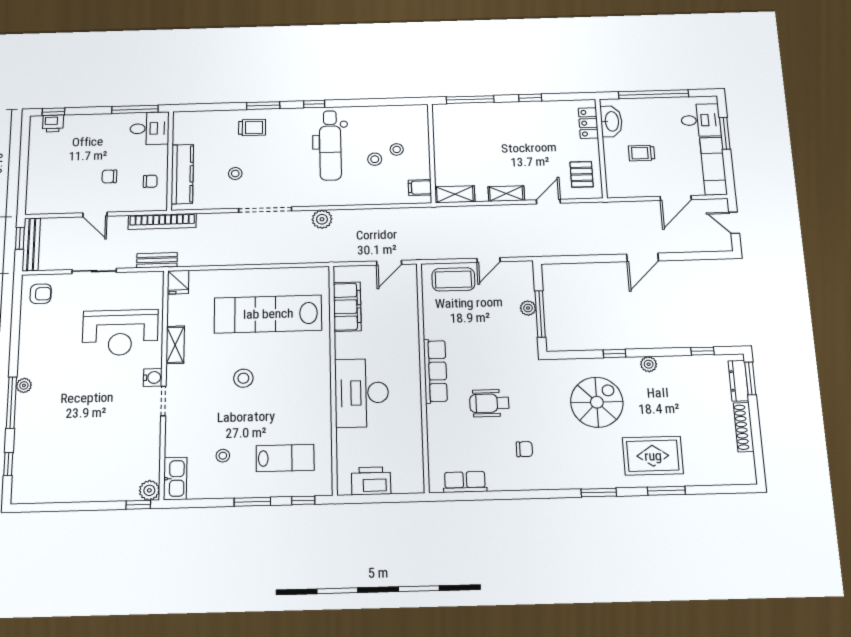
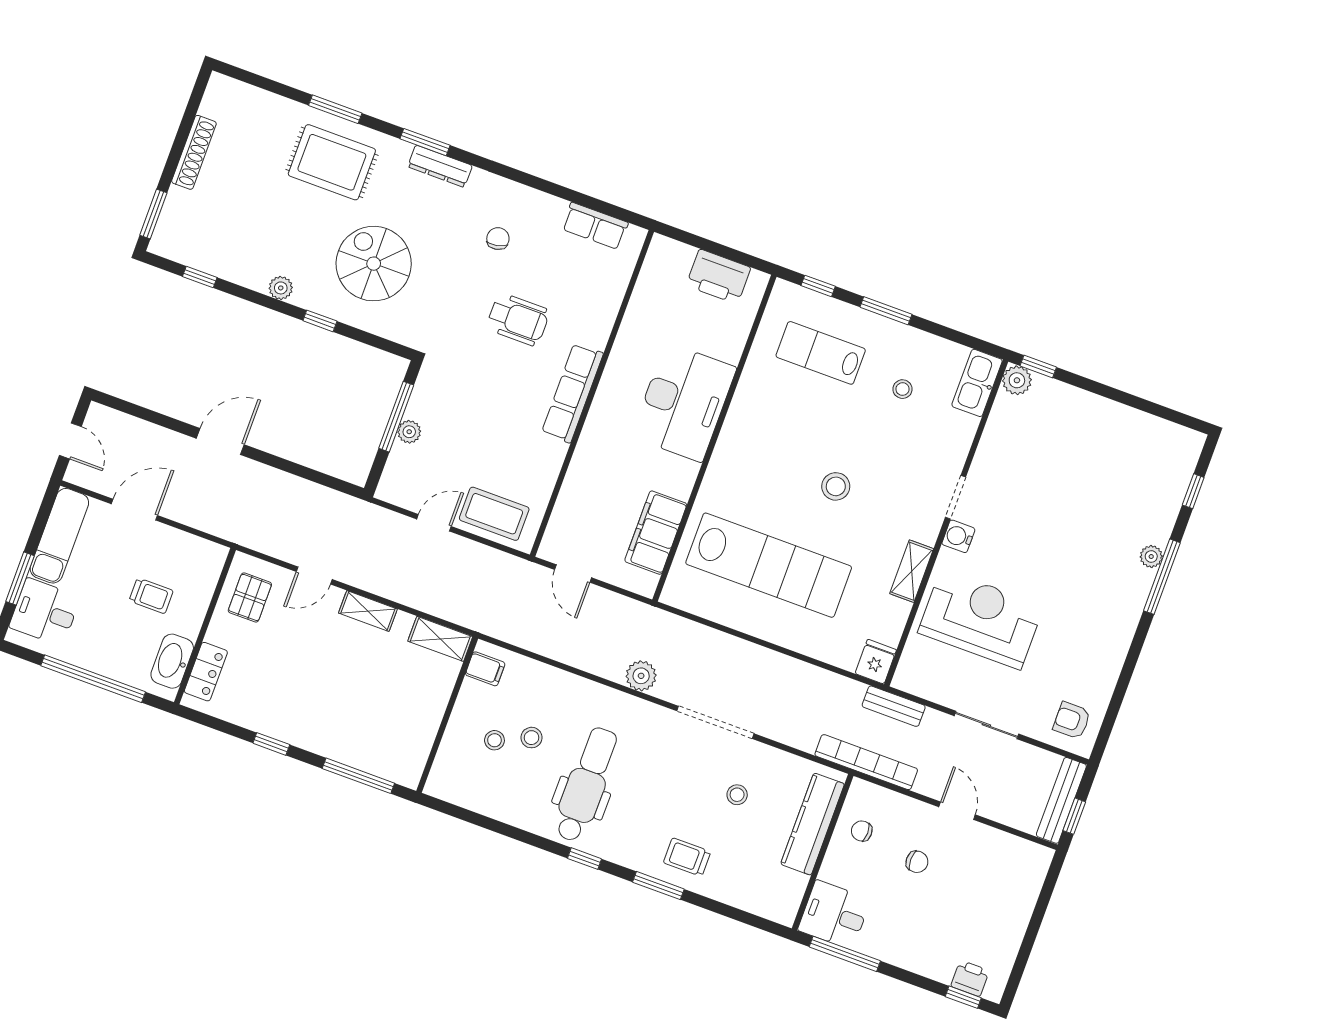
door: (389, 263) -> (573, 574), swing flipped
dresser: (738, 381) -> (440, 166), moved, turned 90
plant: (24, 385) -> (1151, 556), moved
spiral stairs: (597, 402) -> (374, 264), turned 90
chair: (524, 449) -> (498, 239), turned 79

